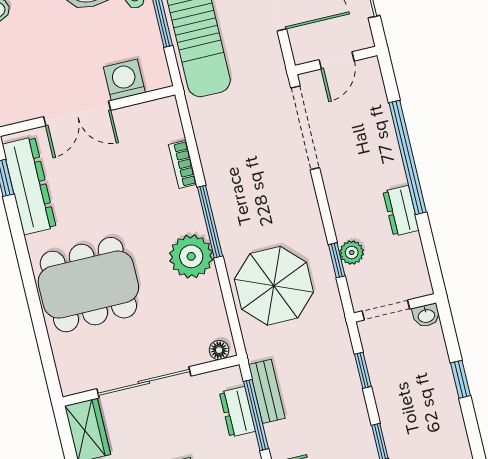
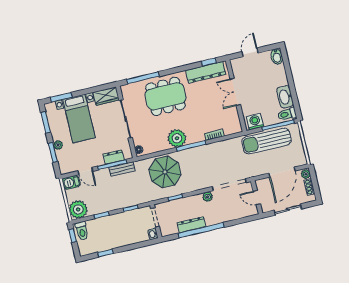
washing machine: (124, 80) -> (255, 122), moved, turned -90
window: (408, 157) -> (201, 230), moved
dresser: (401, 211) -> (191, 225), width x1.44
plant: (352, 253) -> (208, 197), moved
dining table: (88, 285) -> (165, 96), turned 90
window: (43, 340) -> (143, 78), added
window: (460, 379) -> (105, 253), moved

